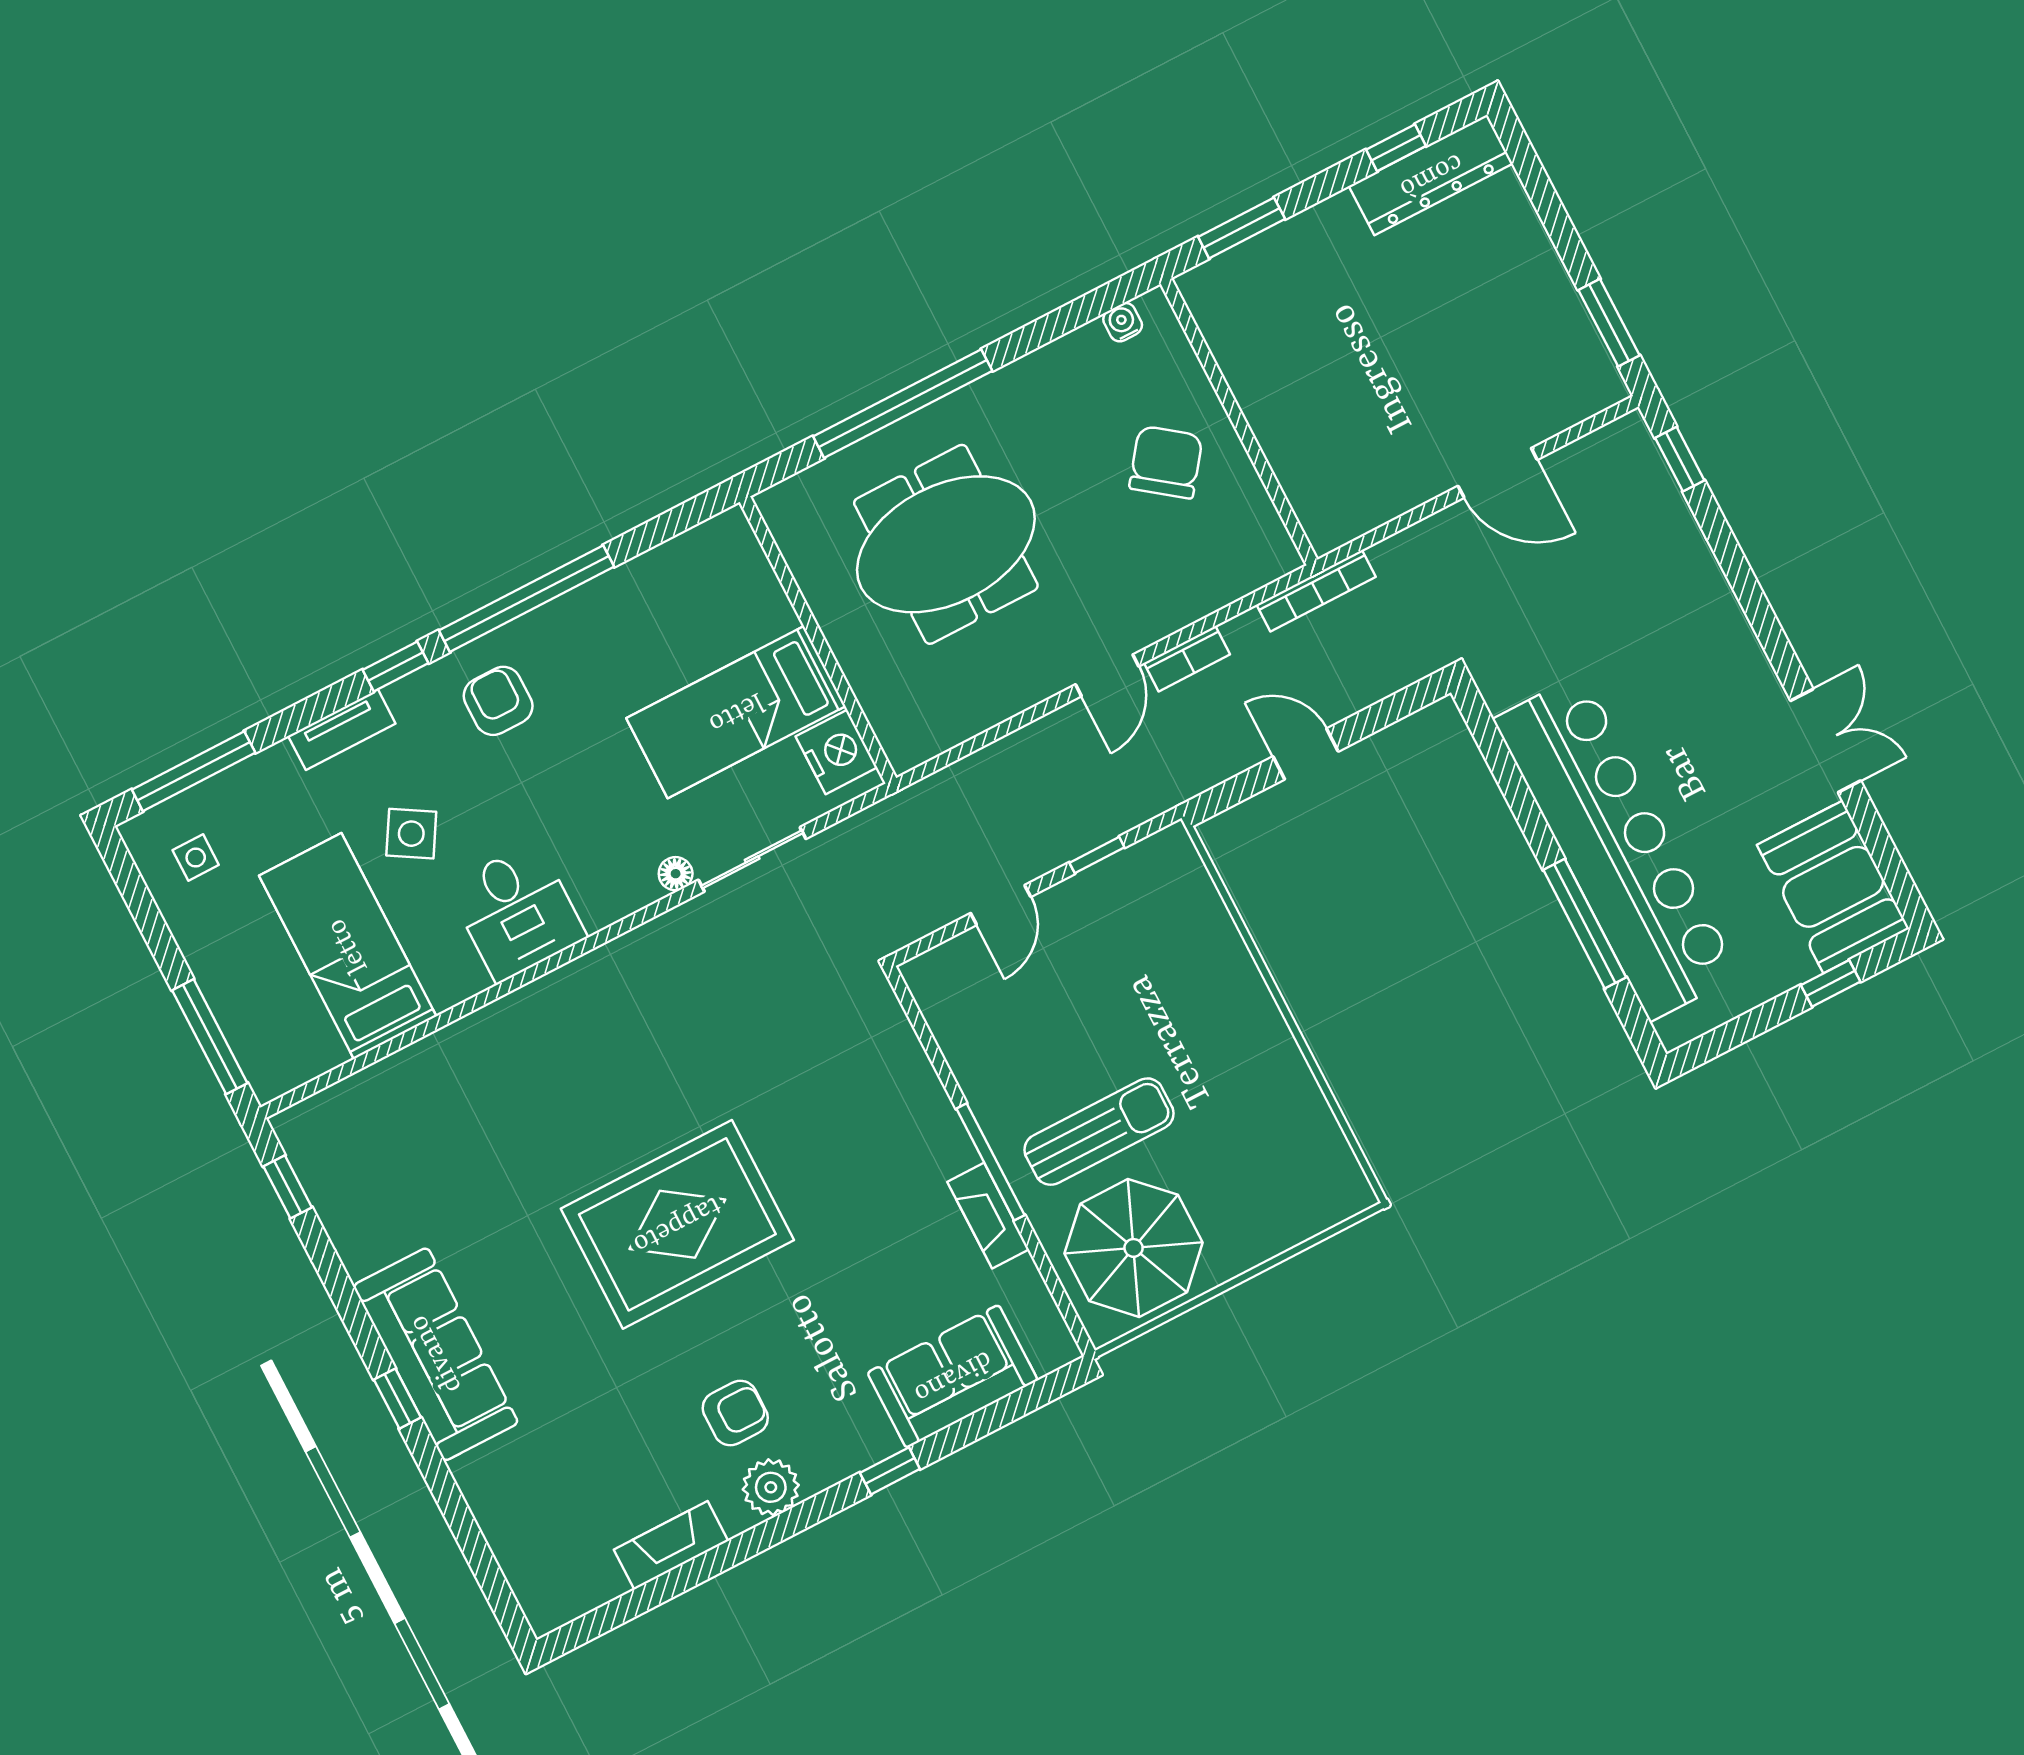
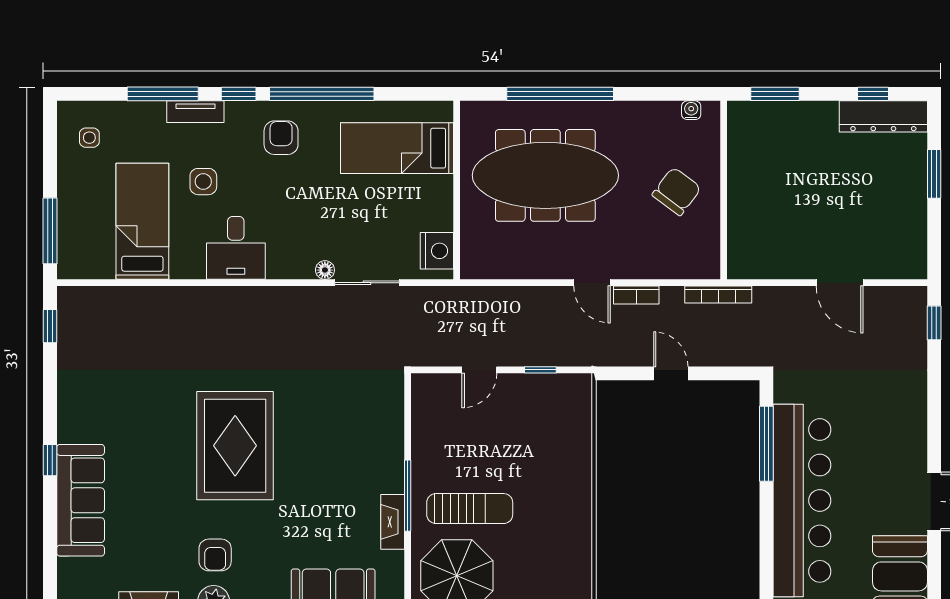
window: (1609, 323) -> (934, 174), moved
meeting table: (946, 544) -> (545, 175), width x1.36
door: (1107, 675) -> (592, 283), hinge flipped
bed: (736, 712) -> (397, 148), moved
window: (194, 771) -> (163, 94), moved
side table: (411, 834) -> (203, 182), turned -31
window: (1585, 924) -> (766, 444), moved
rug: (677, 1224) -> (235, 446), turned 90
sofa: (436, 1354) -> (81, 500), moved
armchair: (735, 1413) -> (215, 555), turned 90

